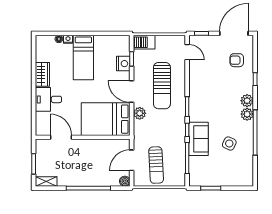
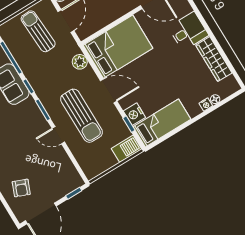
door: (187, 52) -> (58, 135), moved
bed: (83, 58) -> (162, 123), moved, turned 90
armchair: (237, 60) -> (21, 188), turned 112
wardrobe: (42, 74) -> (214, 59), width x1.50
sun lounger: (162, 86) -> (82, 116), turned 180
plant: (140, 113) -> (80, 62), moved

